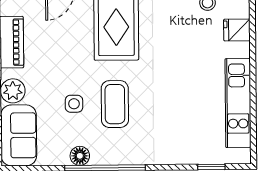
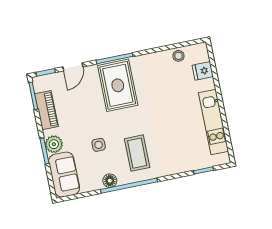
coffee table: (115, 104) -> (137, 153), moved

